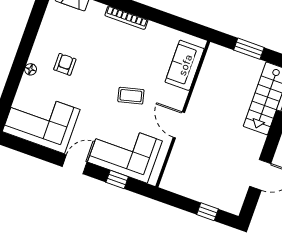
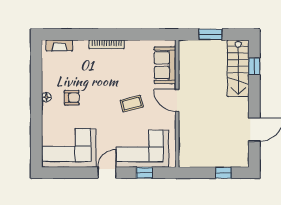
armchair: (65, 64) -> (72, 98), turned 90
floor lamp: (31, 69) -> (46, 97), moved
door: (179, 125) -> (177, 100), moved

